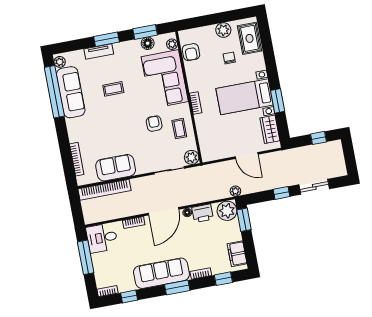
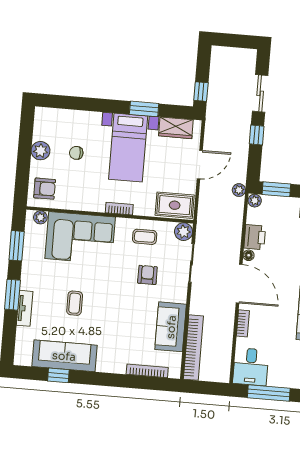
rug: (250, 38) -> (175, 205), moved
floor lamp: (148, 43) -> (31, 246), removed
armchair: (191, 52) -> (45, 189), moved
plant: (60, 62) -> (24, 359), removed
window: (54, 92) -> (58, 375), width x0.32
armchair: (154, 124) -> (147, 275), moved, turned 90
window: (318, 138) -> (201, 92), moved
plant: (227, 211) -> (255, 201), width x0.53, depth x0.53

